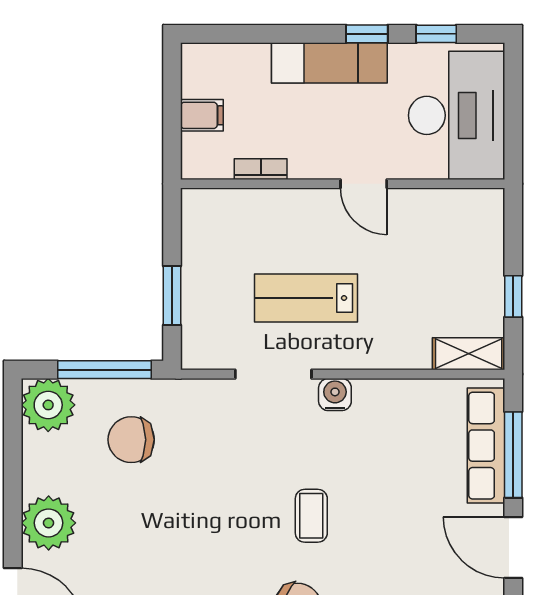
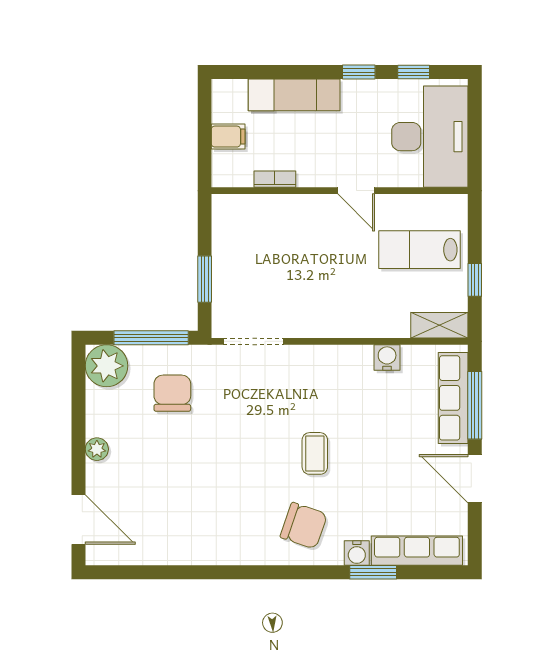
exam couch: (329, 63) -> (294, 95), moved
lab bench: (306, 298) -> (419, 250), moved
doorway: (273, 374) -> (253, 341), moved
water cooler: (335, 395) -> (387, 357), moved
chair: (131, 440) -> (172, 393), turned 90
plant: (49, 523) -> (97, 449), width x0.53, depth x0.53

